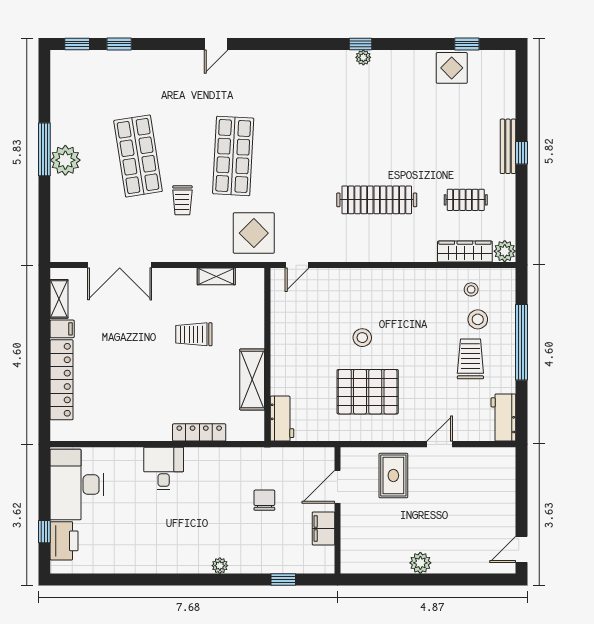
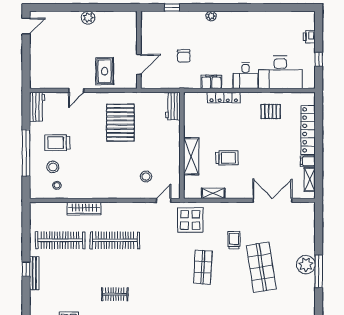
clothes rail: (377, 112) -> (115, 294), added
shop shelf: (233, 156) -> (203, 267), width x0.70, depth x0.74
clothes rail: (466, 200) -> (60, 240), width x1.86, depth x1.31
plant: (505, 251) -> (36, 209), removed
wardrobe: (465, 252) -> (84, 209), moved
stool: (362, 338) -> (146, 177), moved
trolley: (470, 359) -> (57, 143), turned 90
shelving: (252, 379) -> (191, 156), moved
pallet: (368, 392) -> (120, 123), turned 90
pallet: (123, 410) -> (271, 111), added
desk: (77, 485) -> (280, 72), moved, turned 90
filing cabinet: (323, 528) -> (211, 82), moved, turned -90
window: (44, 532) -> (319, 59), moved
printer: (64, 541) -> (309, 37), width x0.53, depth x0.68

